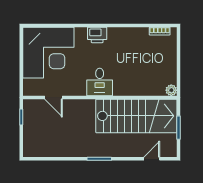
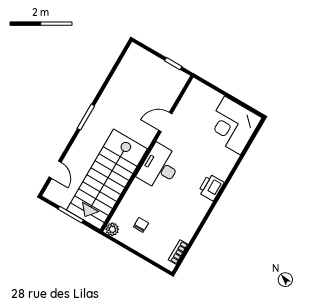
corner desk: (48, 53) -> (233, 125), width x0.74, depth x0.74
chair: (156, 71) -> (141, 225), added
desk: (100, 82) -> (160, 167), width x1.37
door: (53, 97) -> (165, 122), moved

